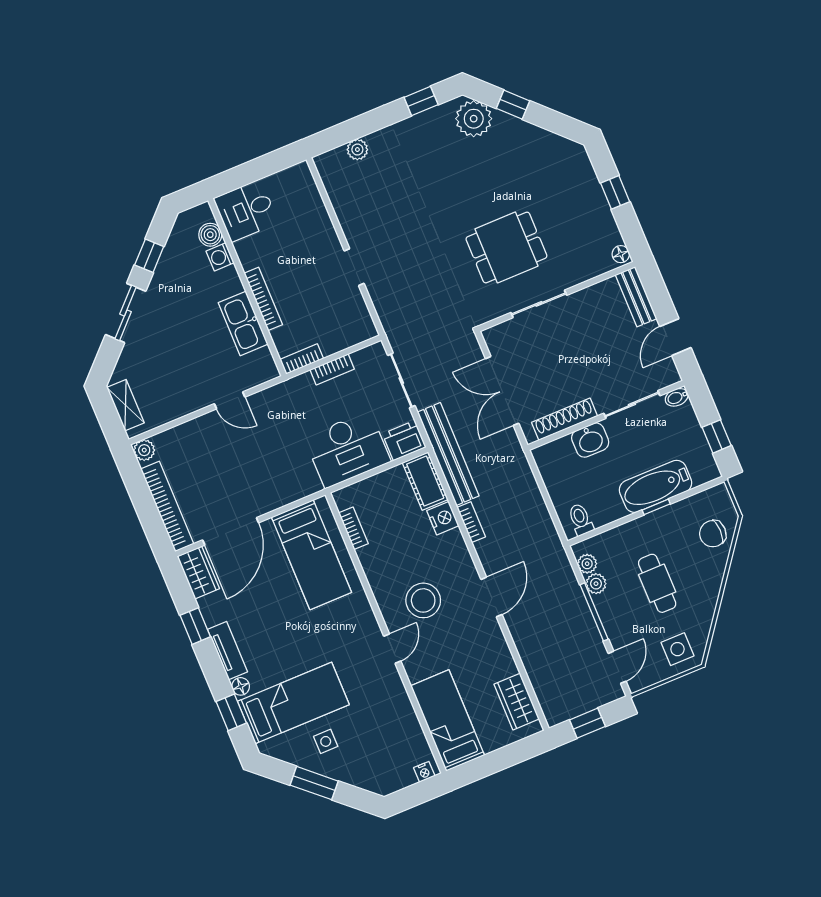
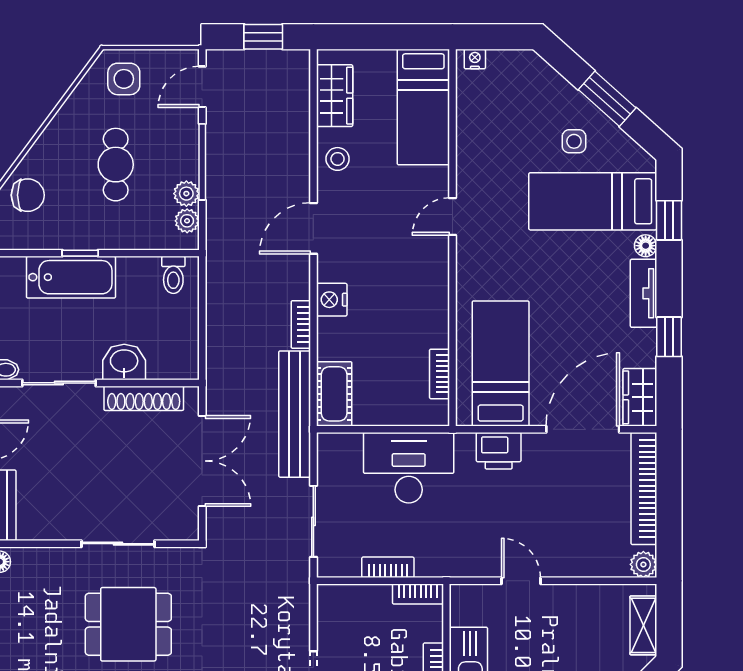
printer: (404, 441) -> (499, 451), moved
nightstand: (443, 518) -> (332, 300), moved
stool: (423, 600) -> (338, 159), moved, width x0.53, depth x0.53

